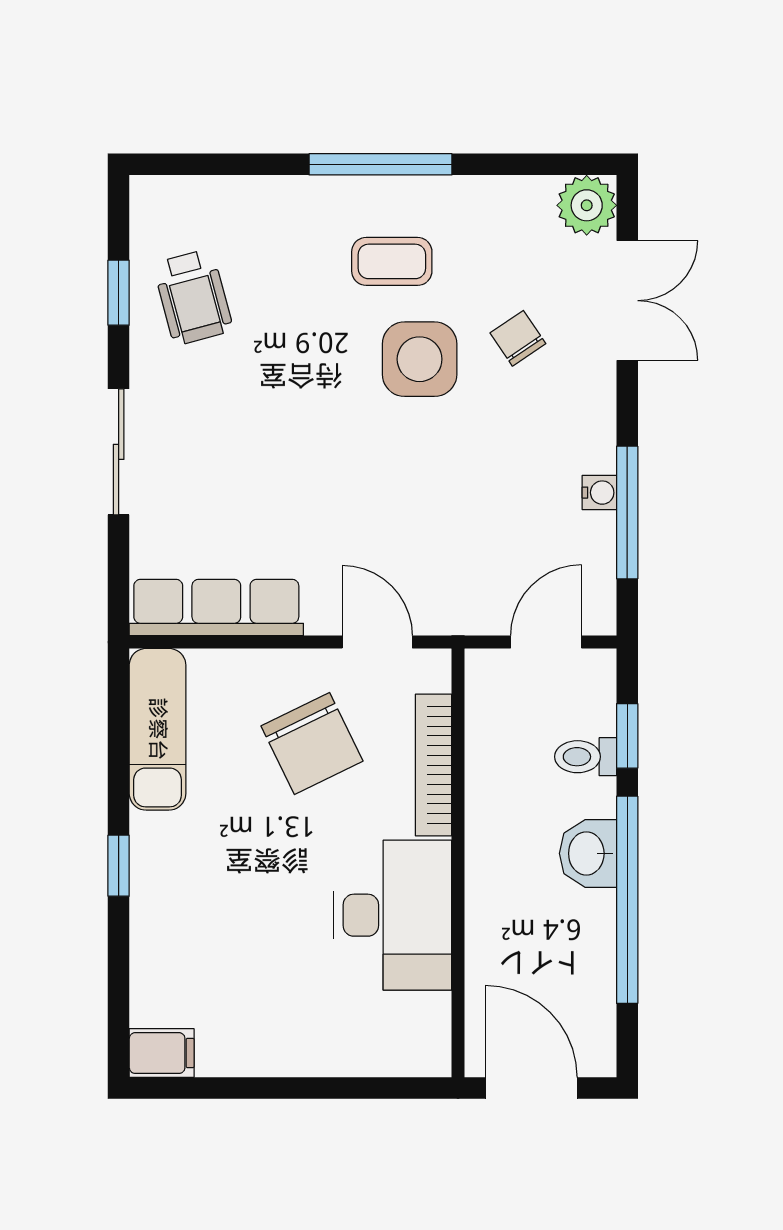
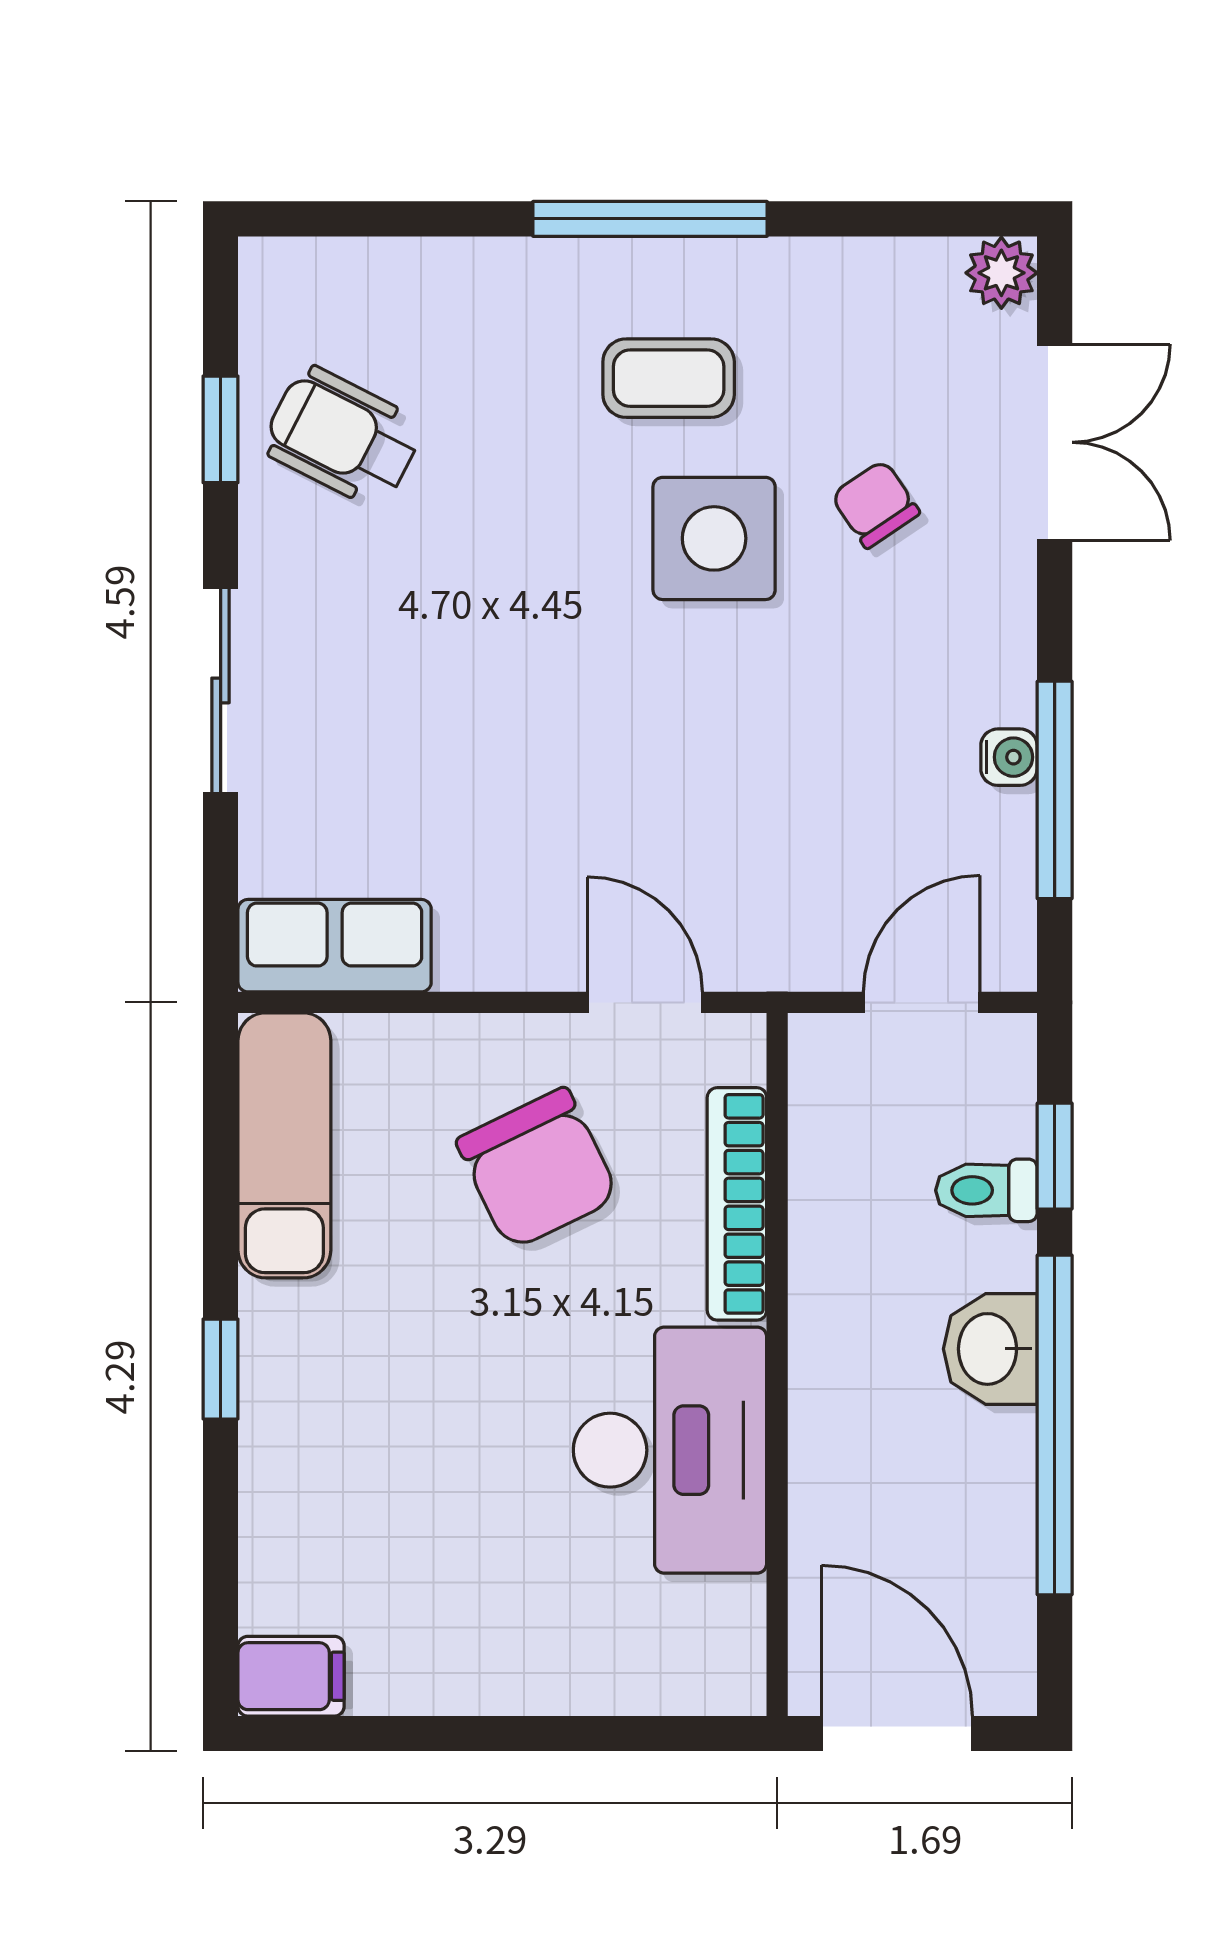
plant: (587, 205) -> (1001, 273), width x0.73, depth x0.73
wheelchair: (193, 297) -> (343, 437), turned 132
row of seats: (216, 608) -> (335, 946), width x0.68

